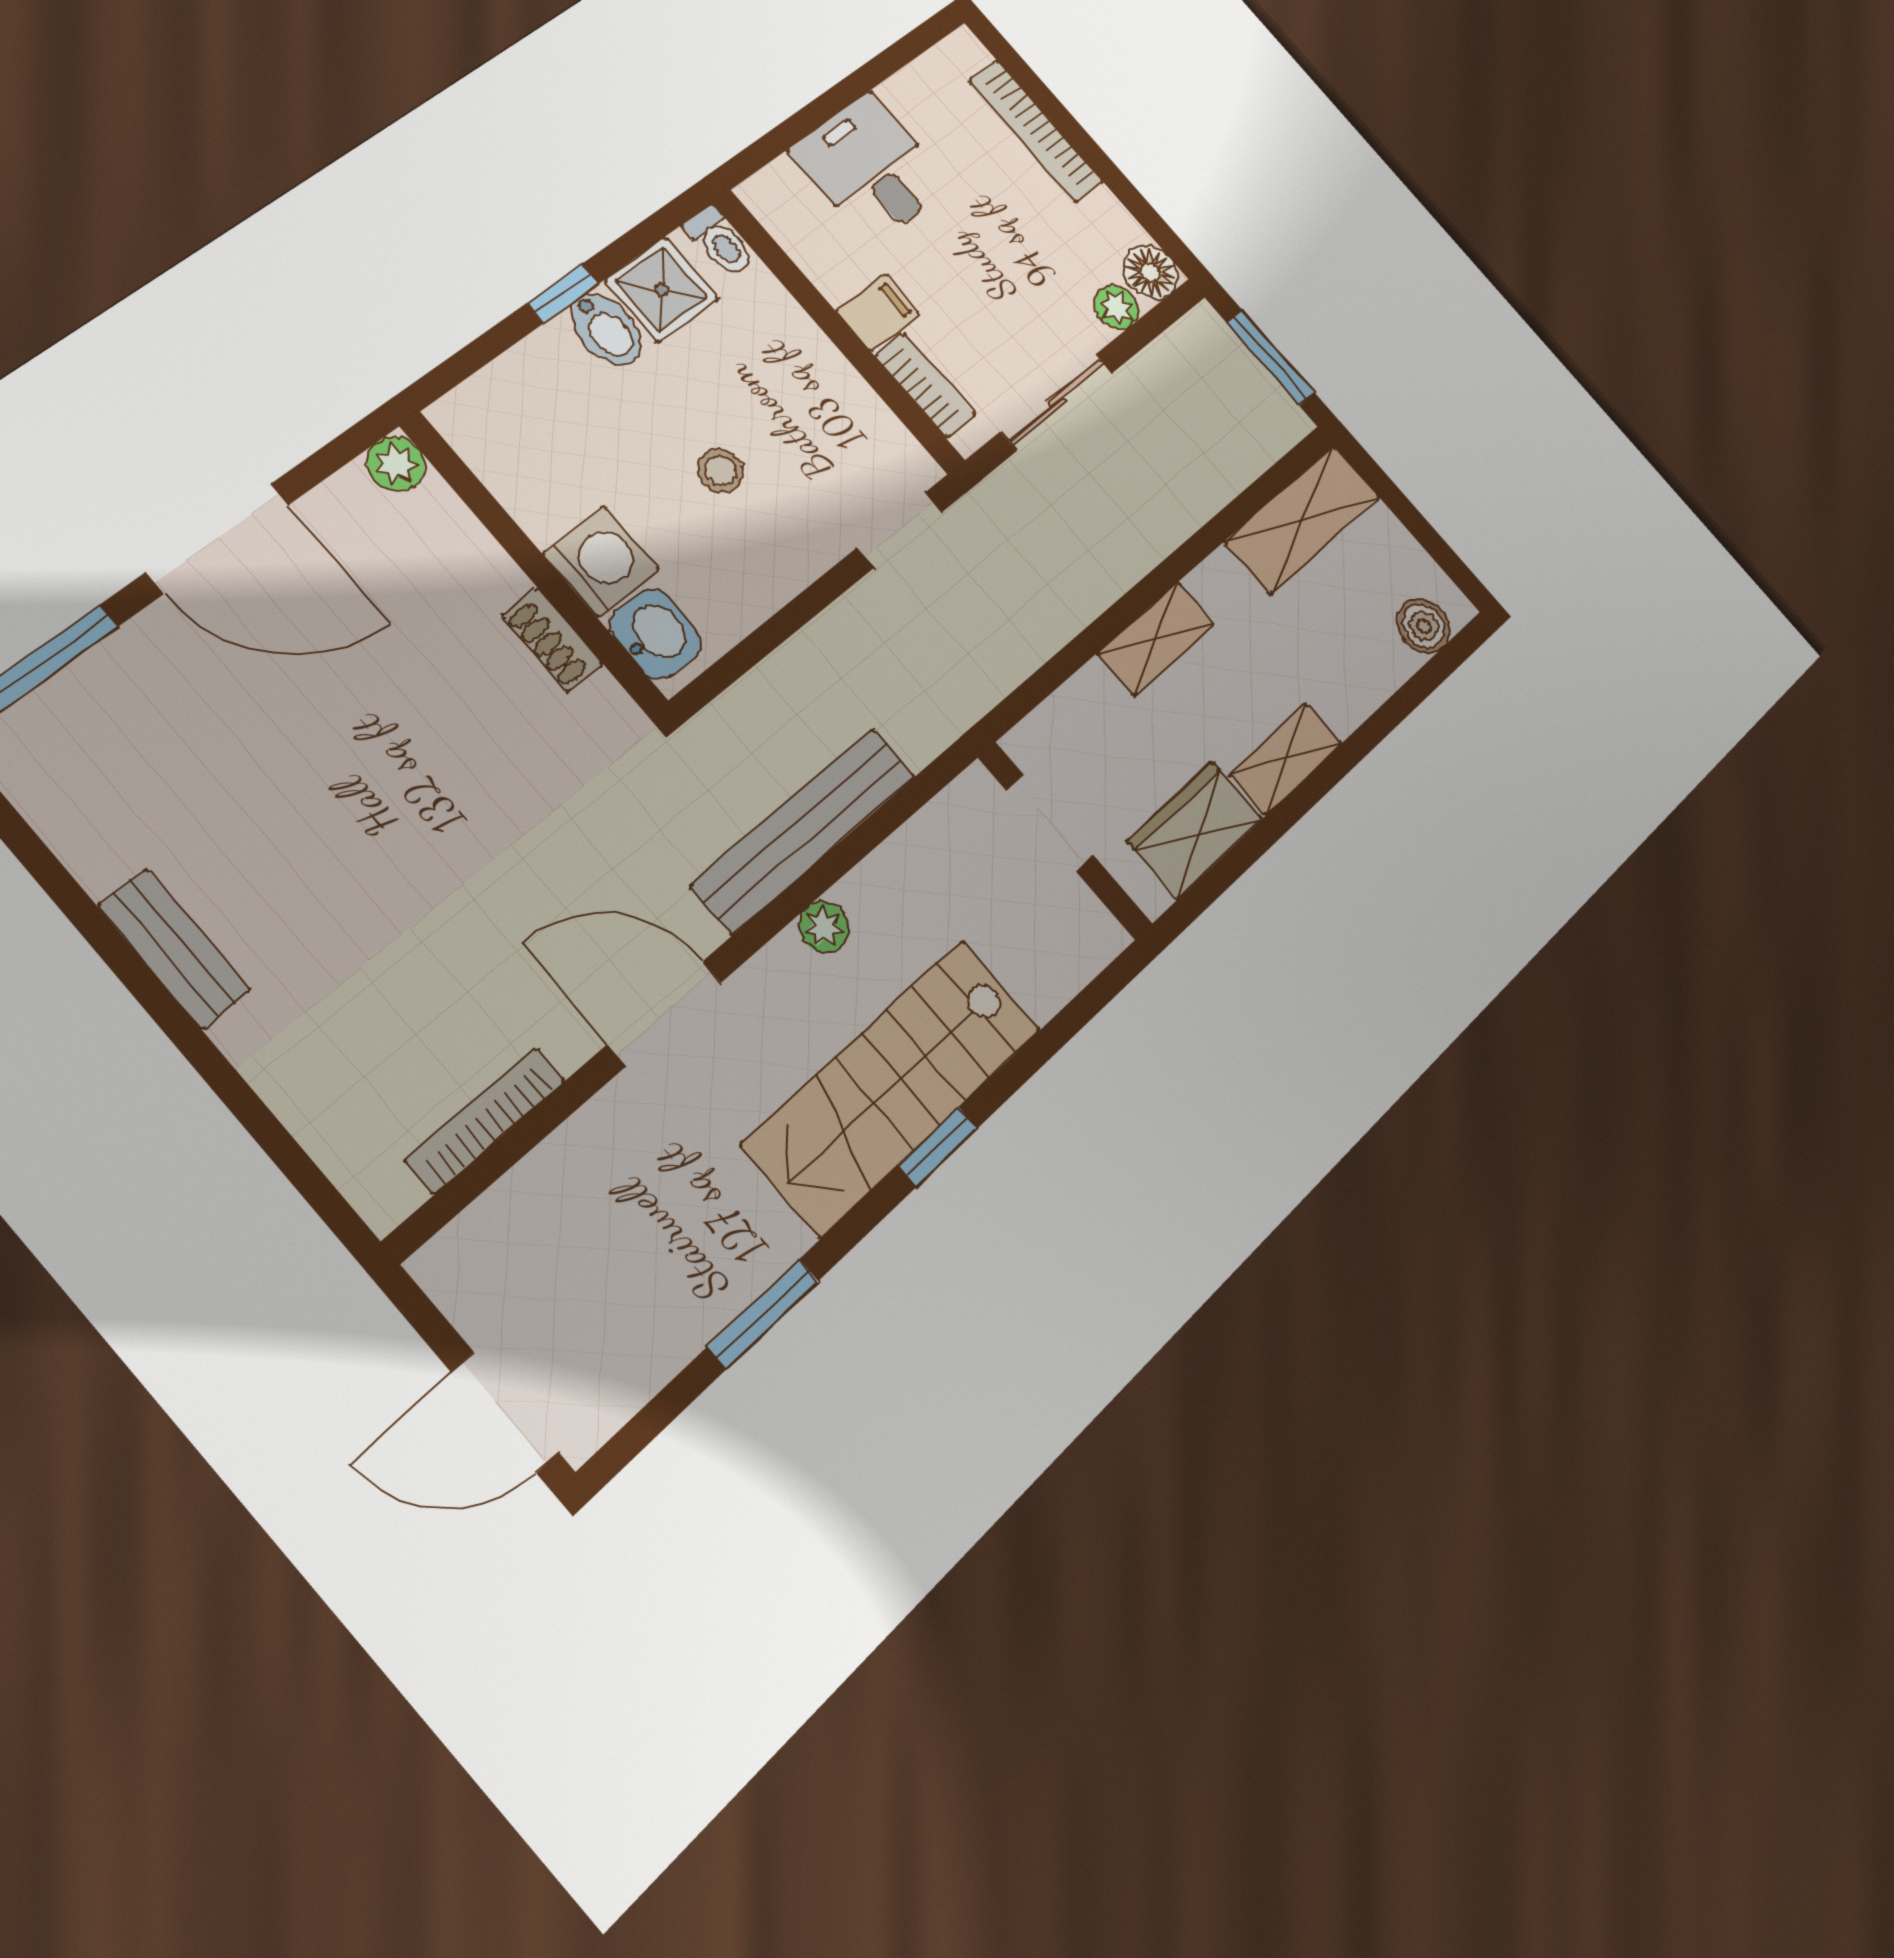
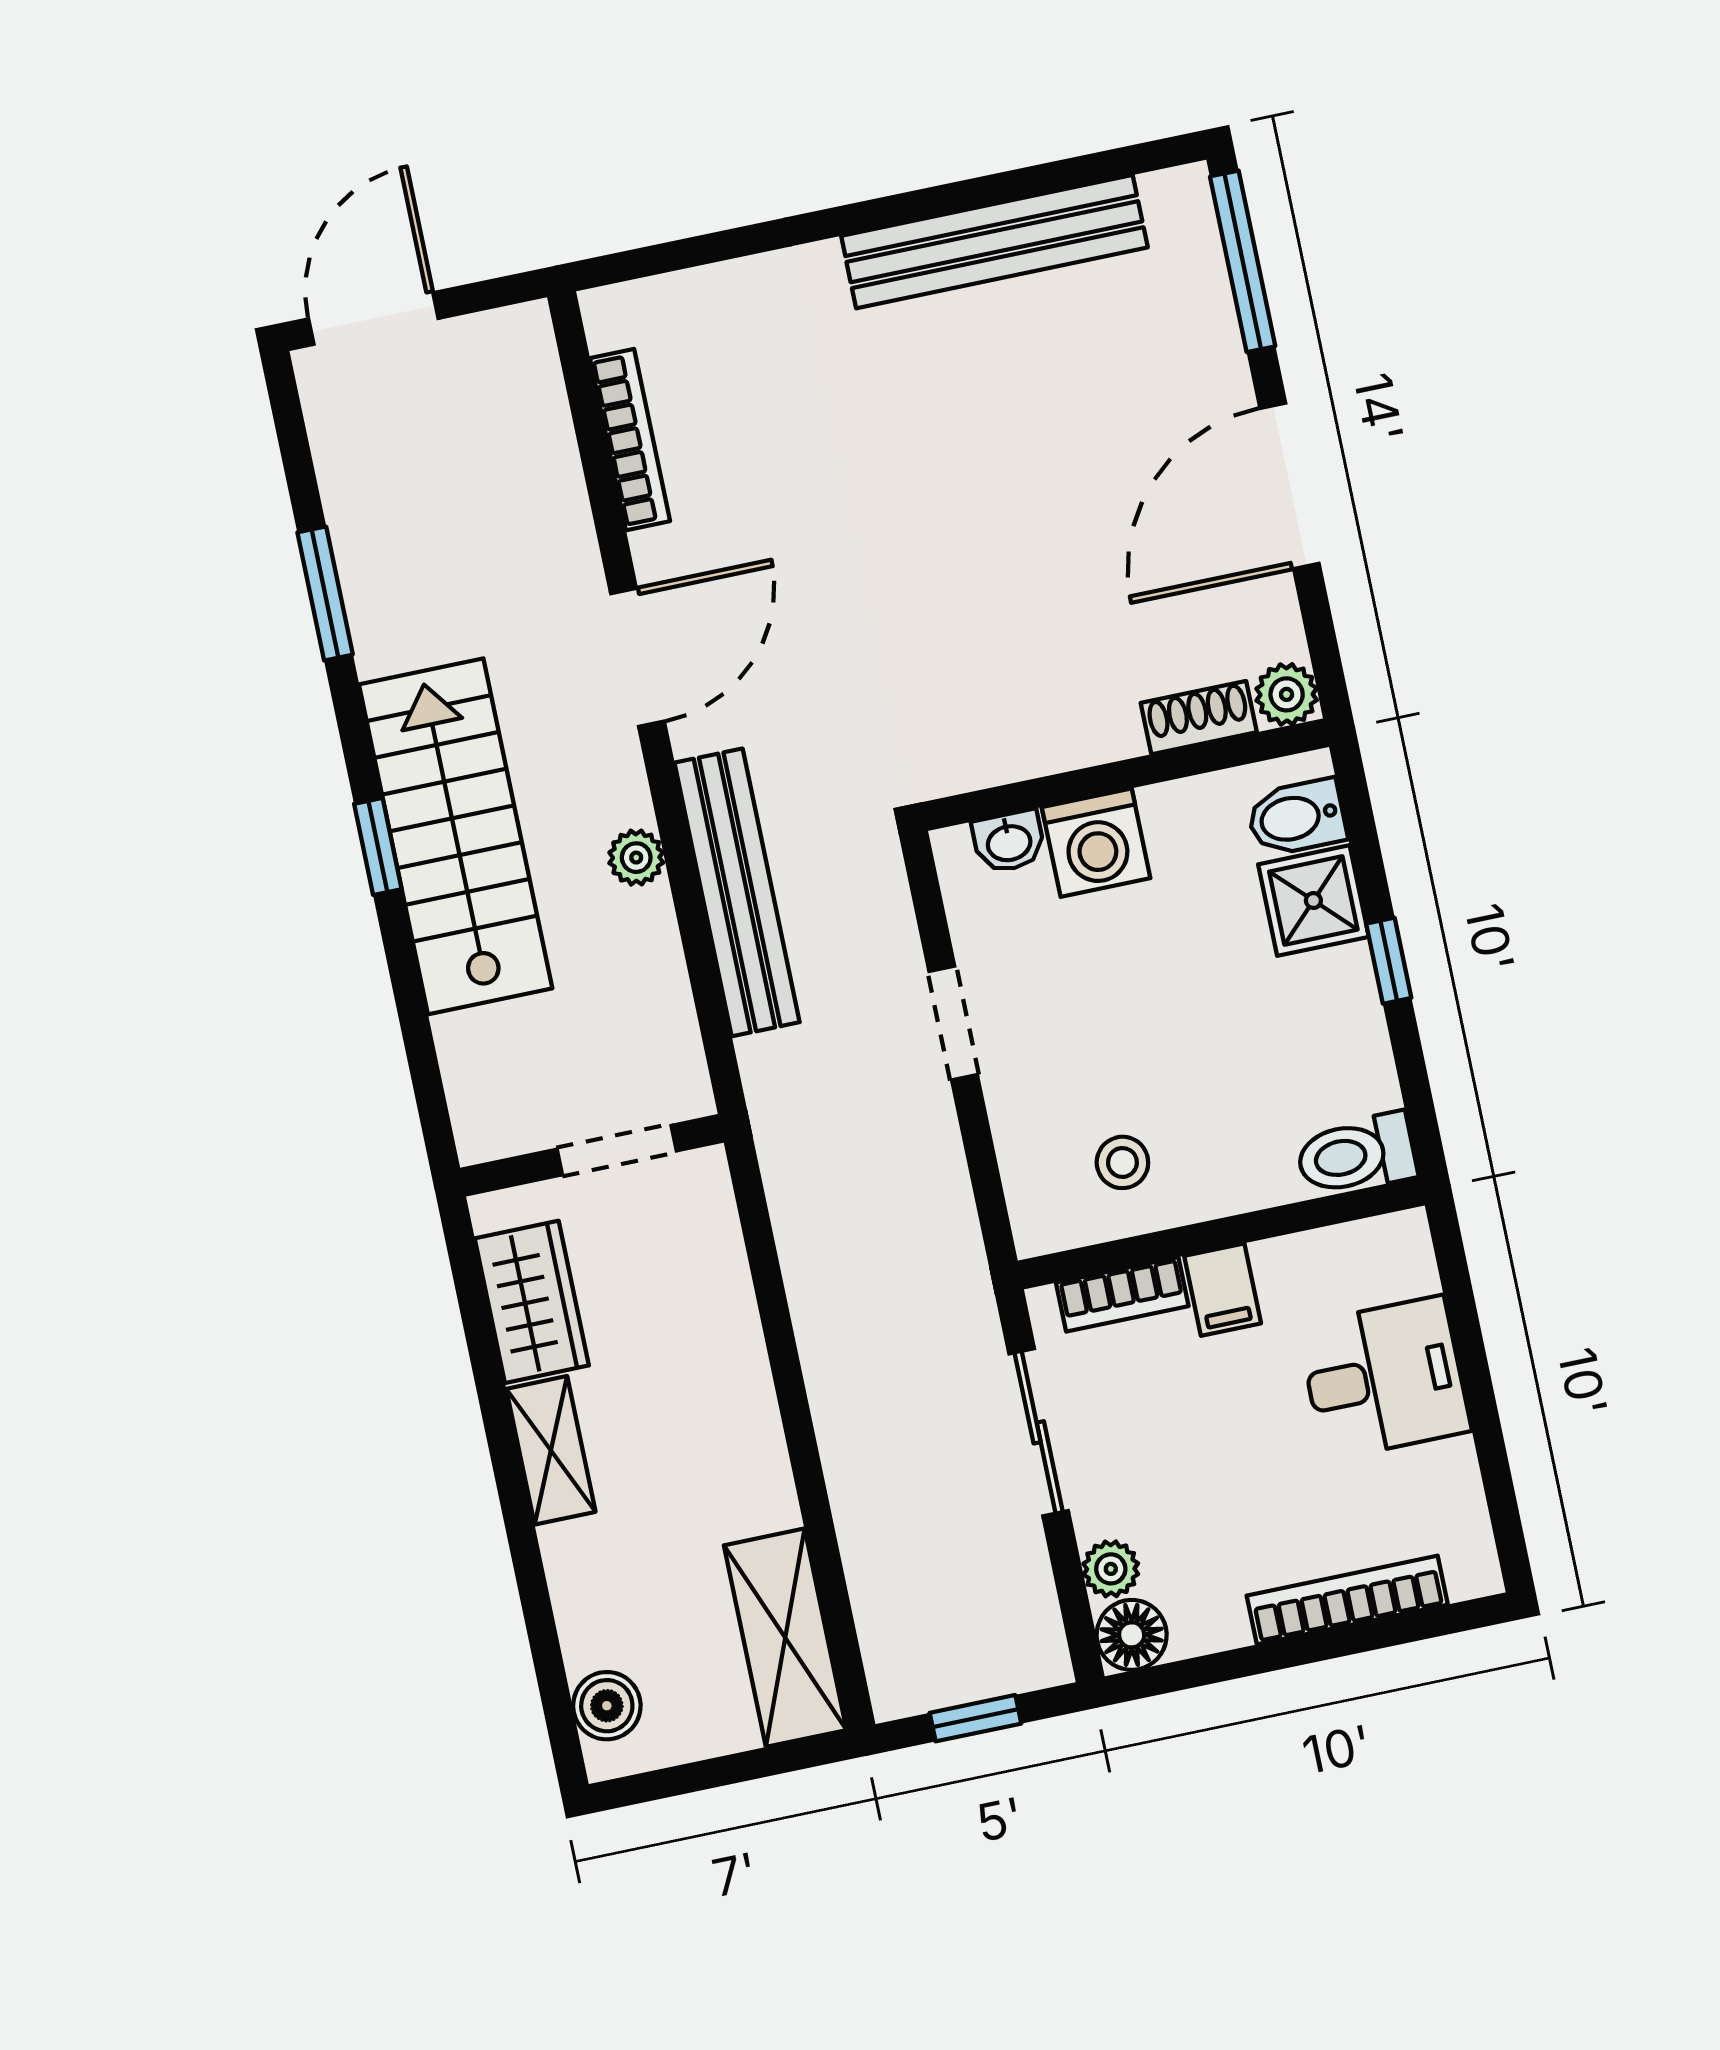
toilet: (720, 241) -> (1356, 1155), width x1.37, depth x1.39
shower: (662, 290) -> (1313, 901), moved
bidet: (606, 329) -> (1296, 817), moved
window: (1271, 358) -> (975, 1718), width x0.67
stool: (720, 471) -> (1122, 1162), moved
doorway: (900, 530) -> (953, 1023), moved
washbasin: (656, 634) -> (1009, 842), width x0.72, depth x0.69
shelving: (1156, 638) -> (742, 1385), removed
shoe rack: (552, 640) -> (1199, 718), moved
bench: (174, 949) -> (994, 242), width x1.86, depth x1.21

